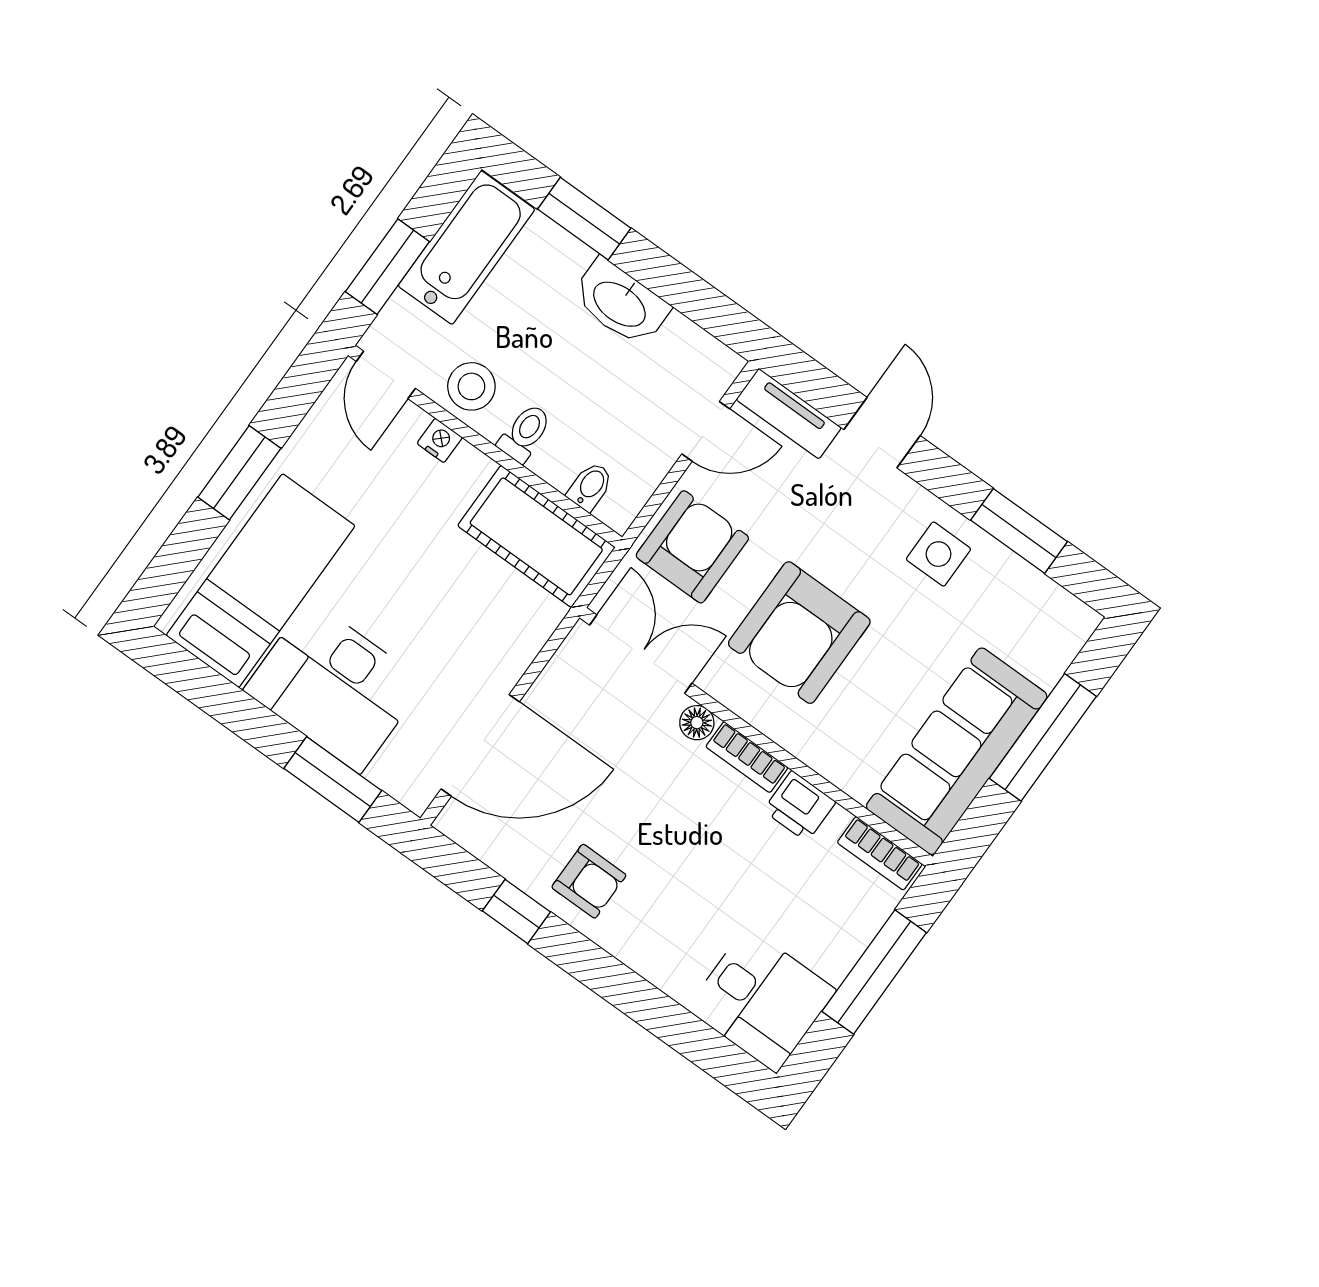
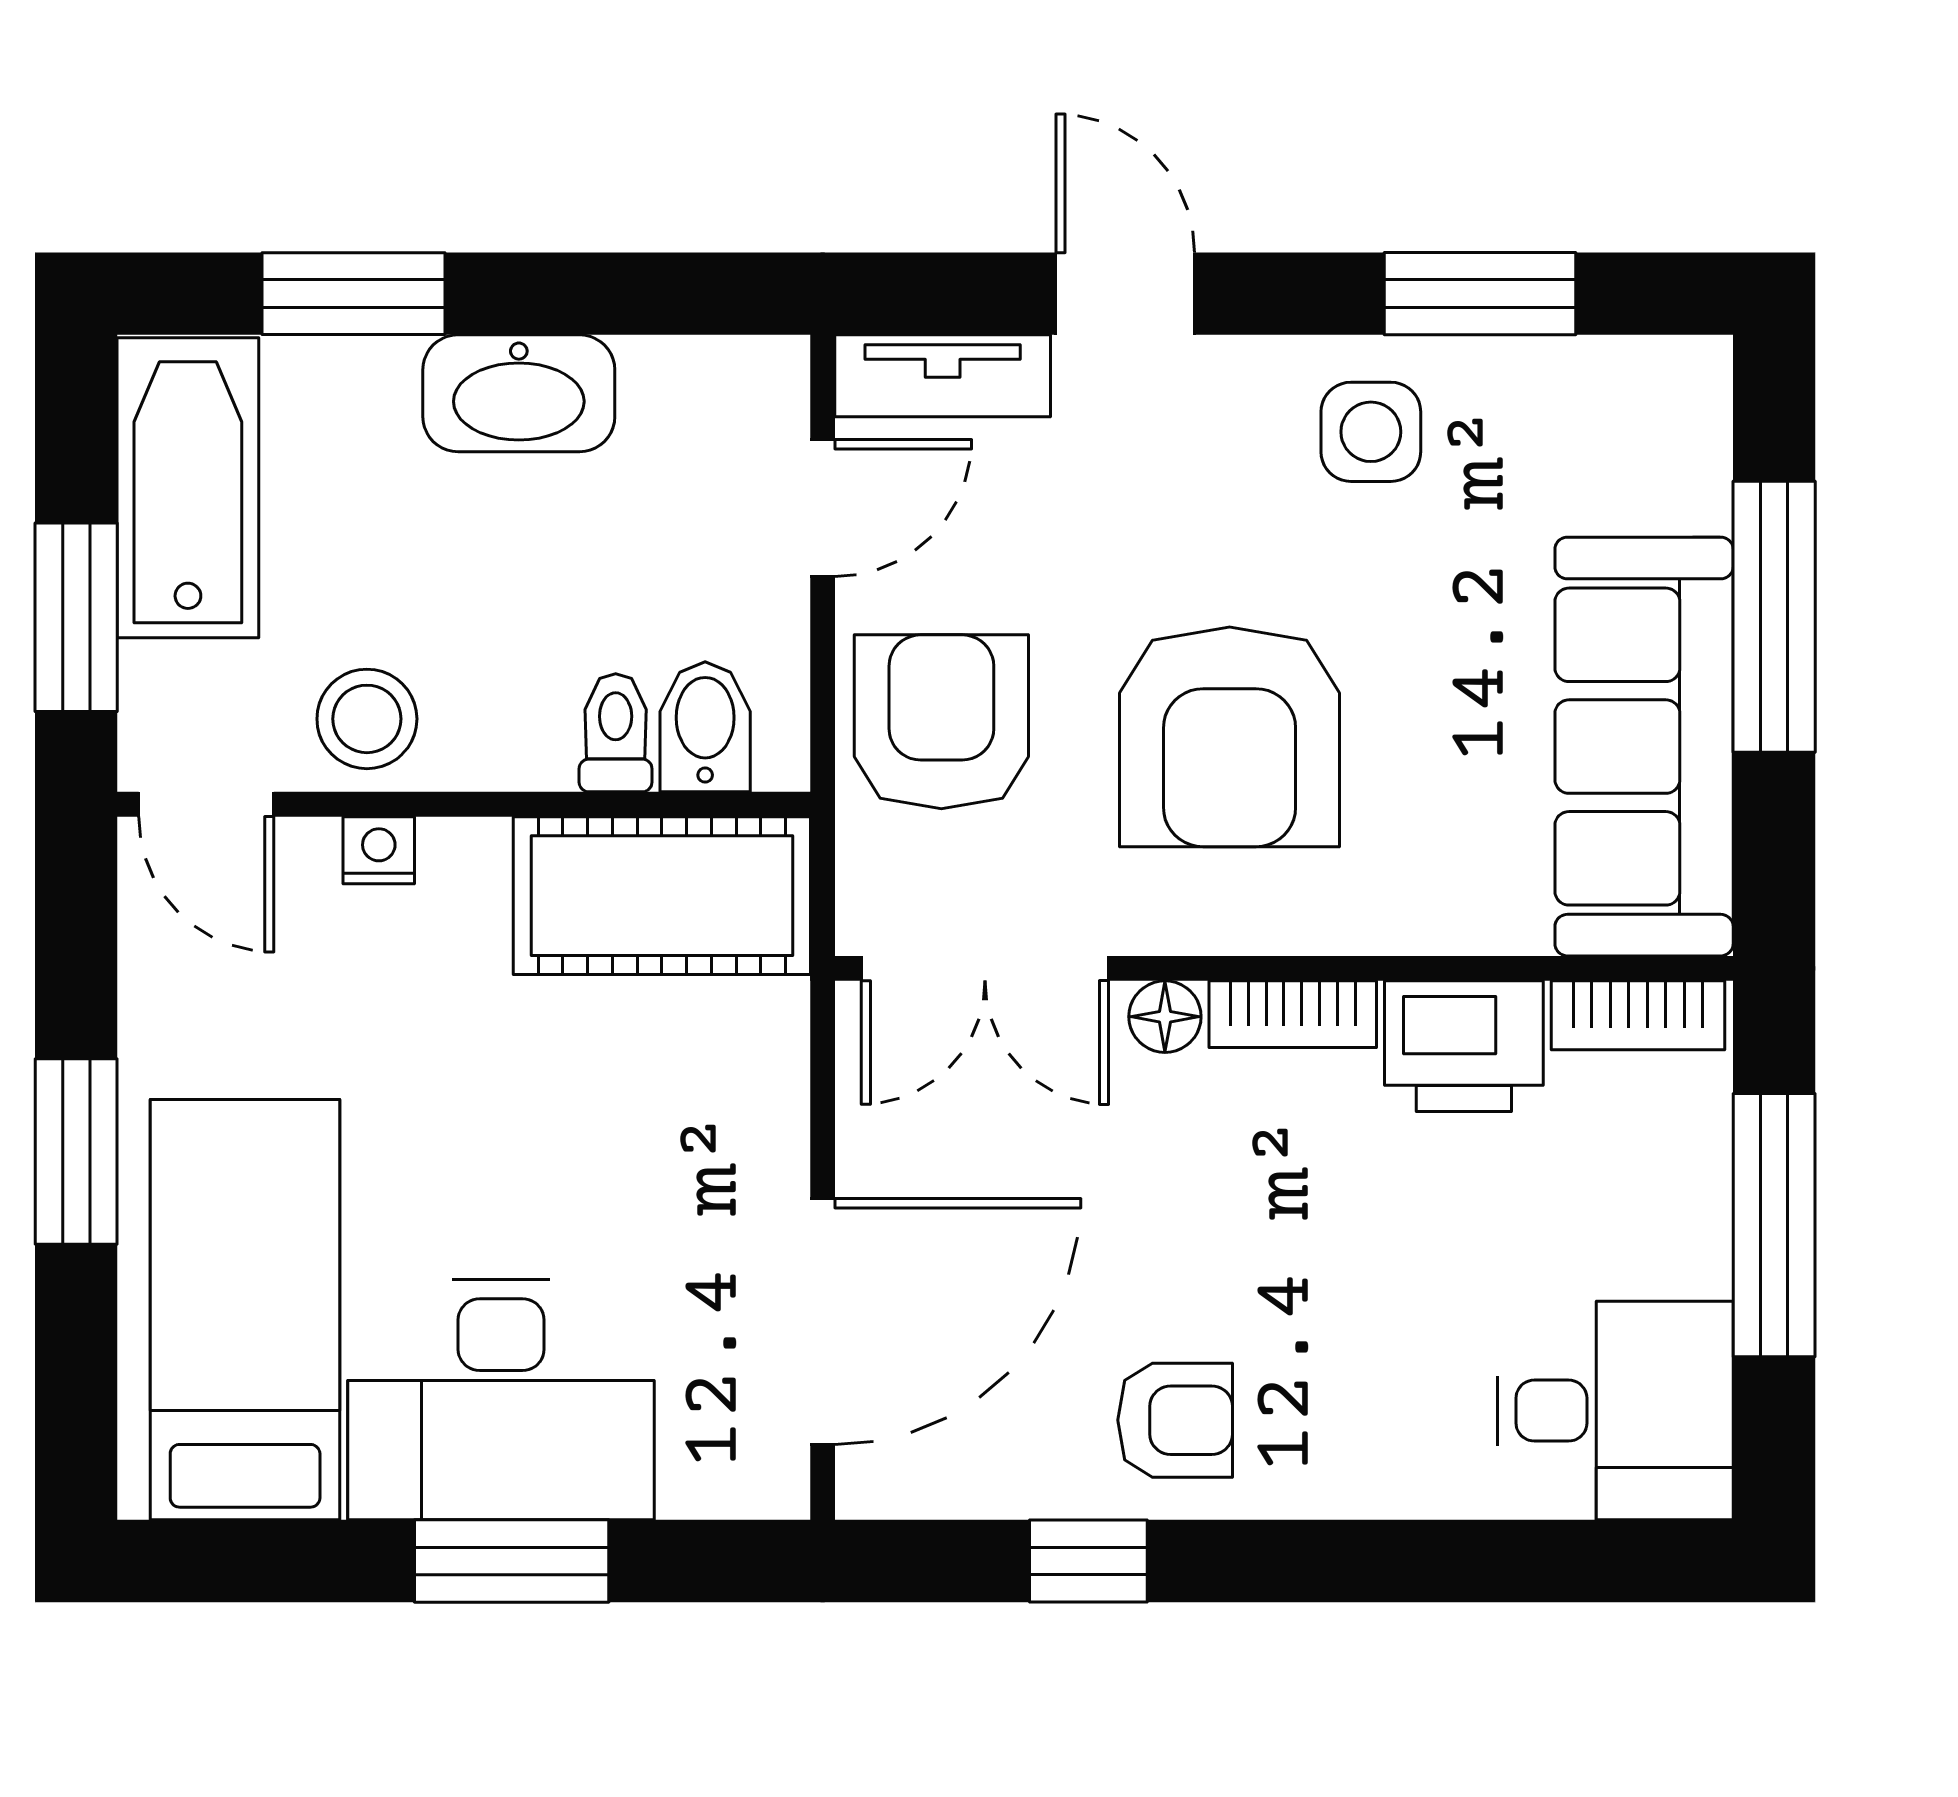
toilet: (525, 433) -> (616, 733), moved
bidet: (590, 486) -> (705, 727), width x1.38, depth x1.36
double door: (641, 654) -> (985, 968), swing flipped
window: (333, 780) -> (512, 1561), moved
printer: (799, 806) -> (1464, 1046), width x1.36, depth x1.24

